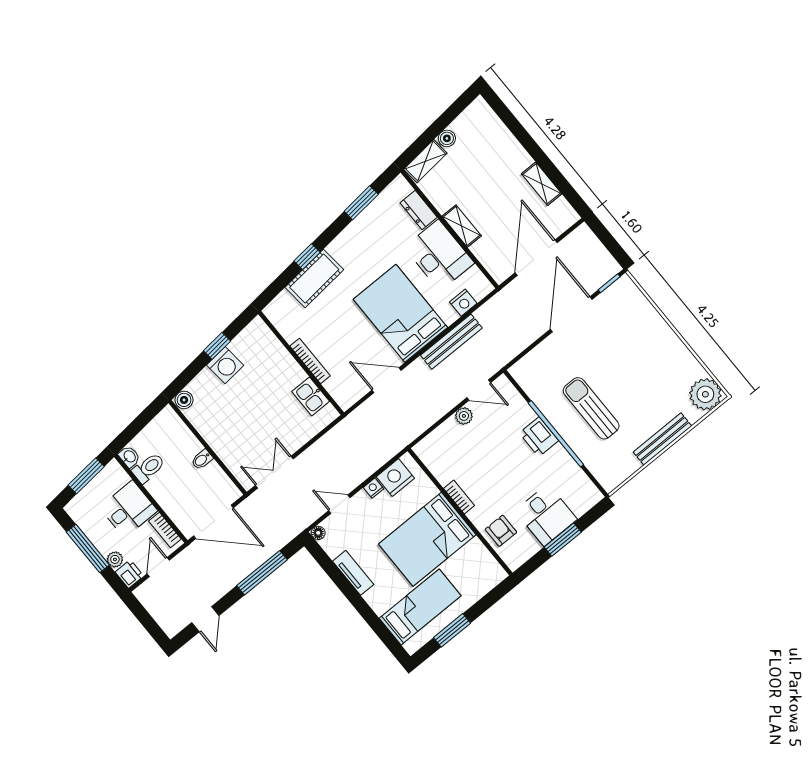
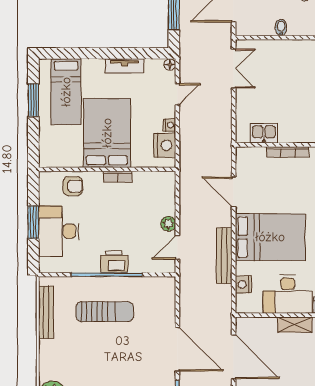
door: (387, 380) -> (234, 192), swing flipped
bench: (662, 439) -> (46, 312), moved
desk: (546, 515) -> (59, 231), width x1.37

